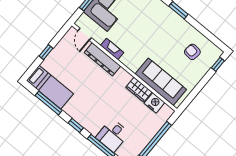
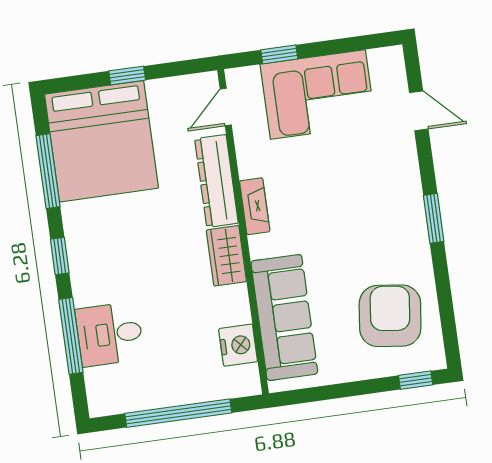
fireplace: (112, 49) -> (255, 206), moved
armchair: (192, 52) -> (390, 316), width x1.88, depth x1.88
bed: (50, 87) -> (102, 141), width x2.04
wardrobe: (139, 90) -> (226, 256), moved

